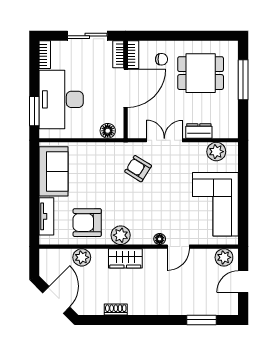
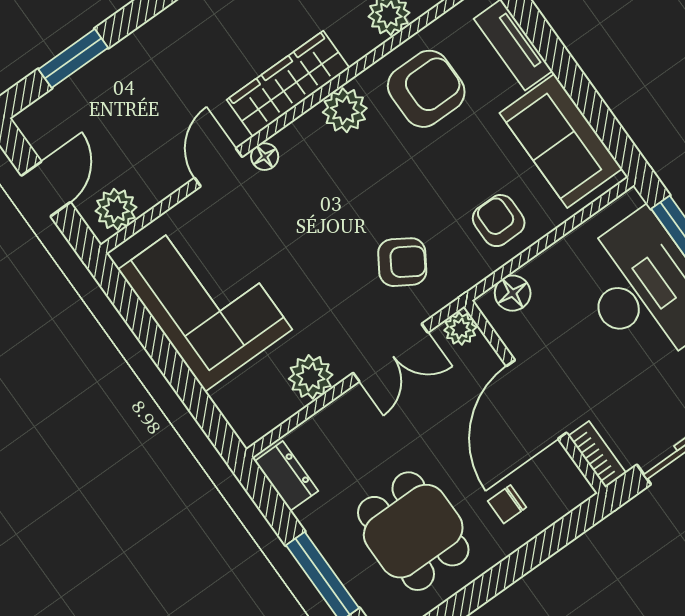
bookcase: (133, 55) -> (568, 474), removed
dining table: (201, 73) -> (413, 531), turned 90
plant: (134, 131) -> (460, 329), added
dresser: (199, 131) -> (286, 476), moved, turned -90
plant: (216, 152) -> (311, 377), moved
armchair: (95, 159) -> (499, 221), added
wardrobe: (125, 258) -> (288, 84), width x1.50

